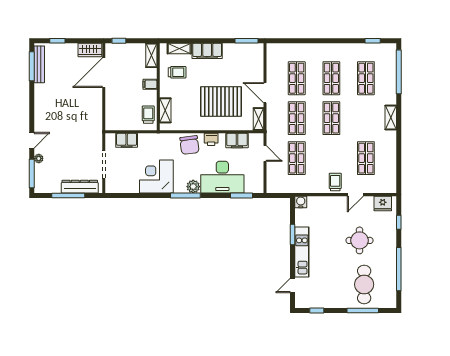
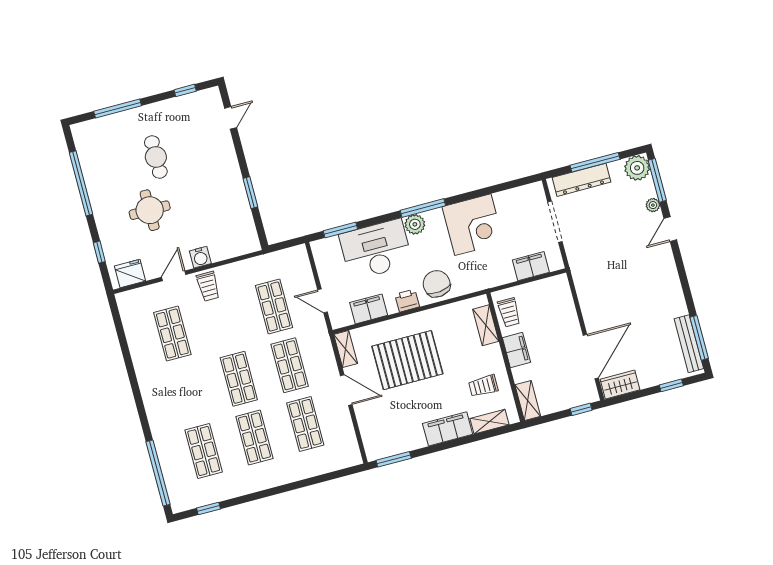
filing cabinet: (150, 84) -> (516, 350), width x2.00
shelving: (391, 118) -> (152, 403), removed
plant: (42, 185) -> (637, 168), added
water cooler: (301, 202) -> (200, 257), moved
kitchen unit: (302, 252) -> (230, 171), removed
cafe table: (364, 284) -> (156, 157), moved, width x0.73, depth x0.74

